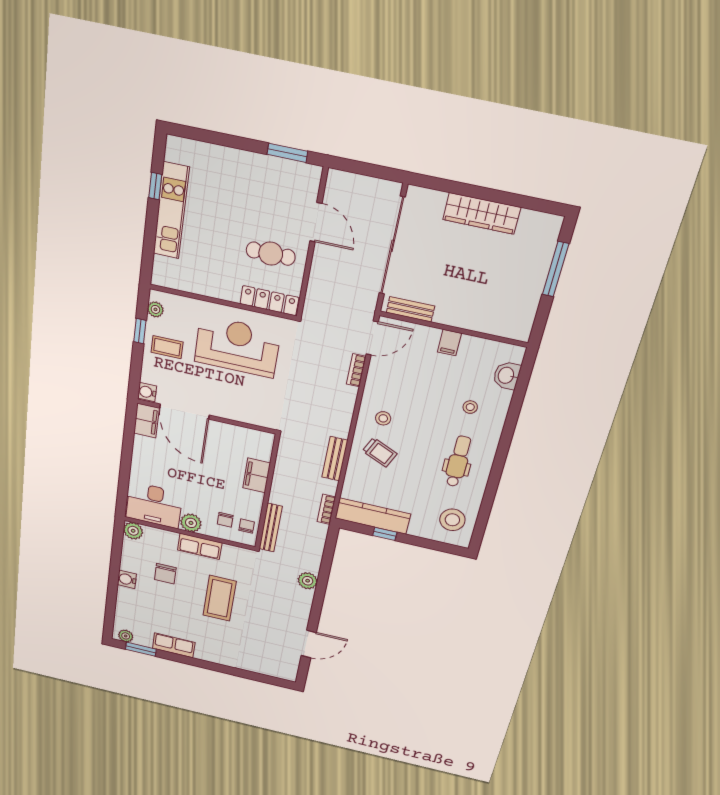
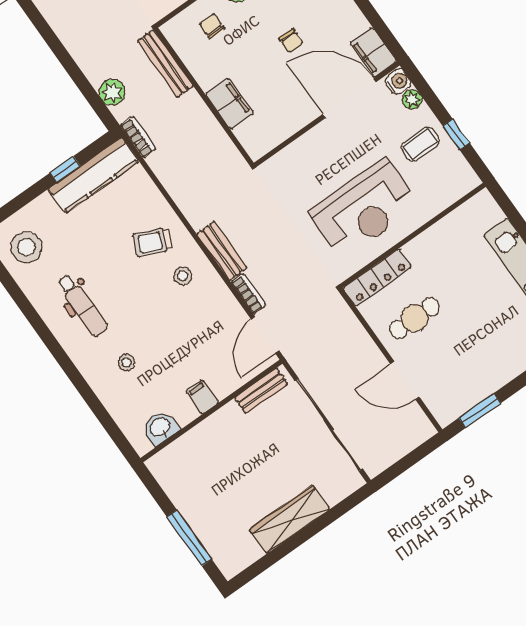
plant: (155, 309) -> (412, 99), moved
washbasin: (507, 375) -> (160, 428), moved, turned -90
bench: (335, 459) -> (222, 251), moved
chair: (247, 526) -> (291, 41), moved
plant: (308, 581) -> (112, 92), moved

